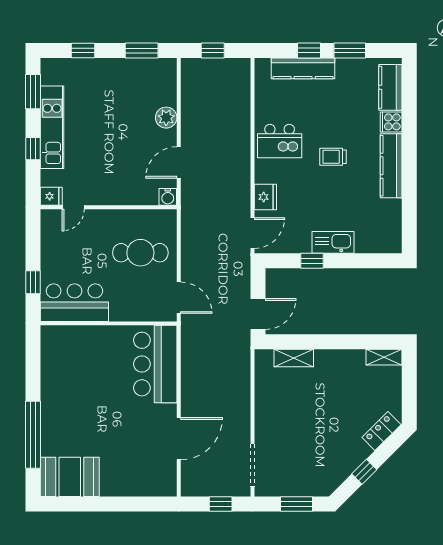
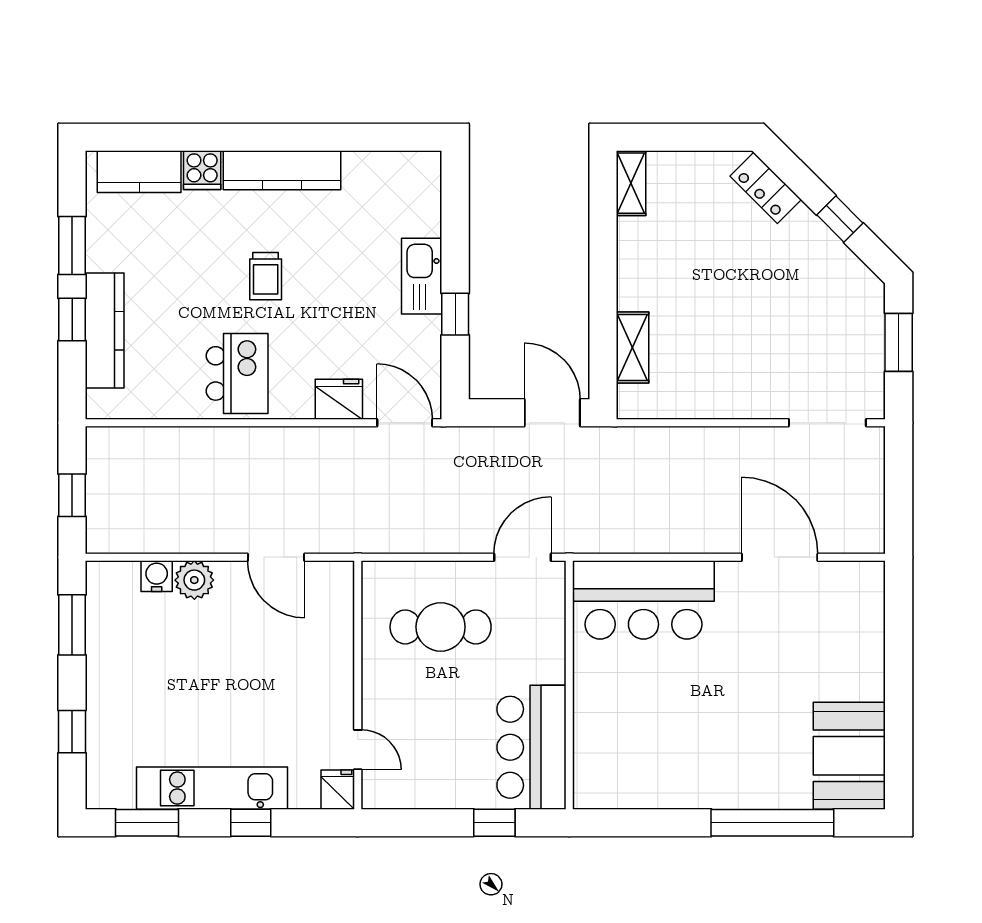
water cooler: (168, 197) -> (157, 576), moved, turned -90
cafe table: (140, 253) -> (441, 627), turned 90
window: (221, 504) -> (899, 481), removed

